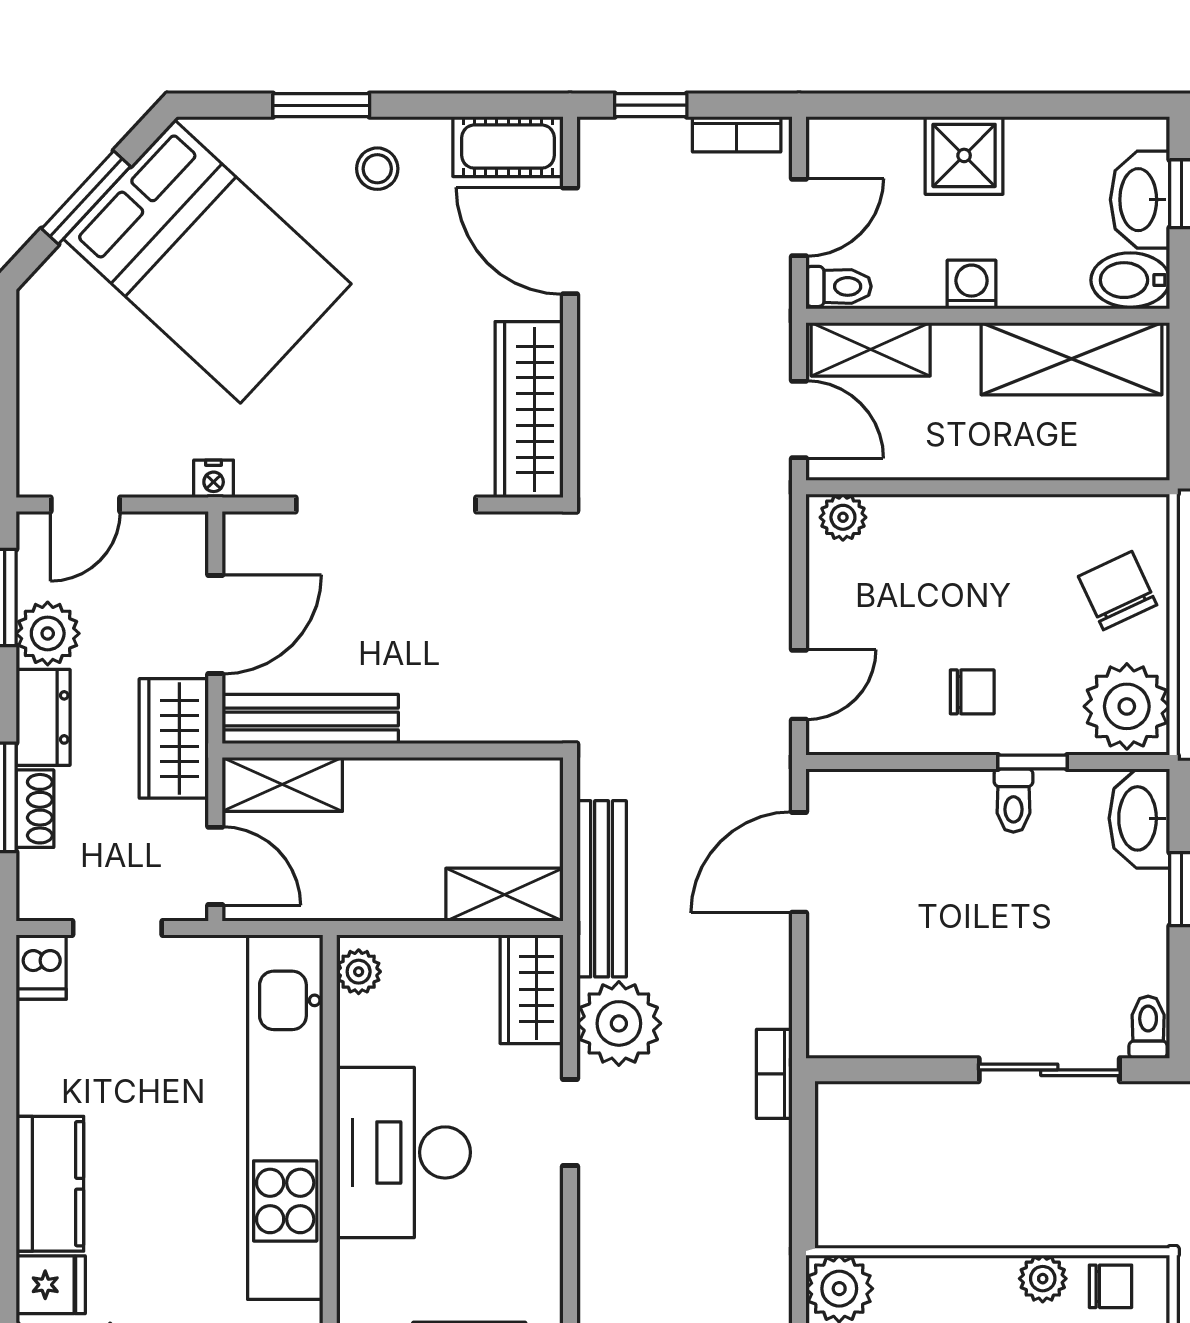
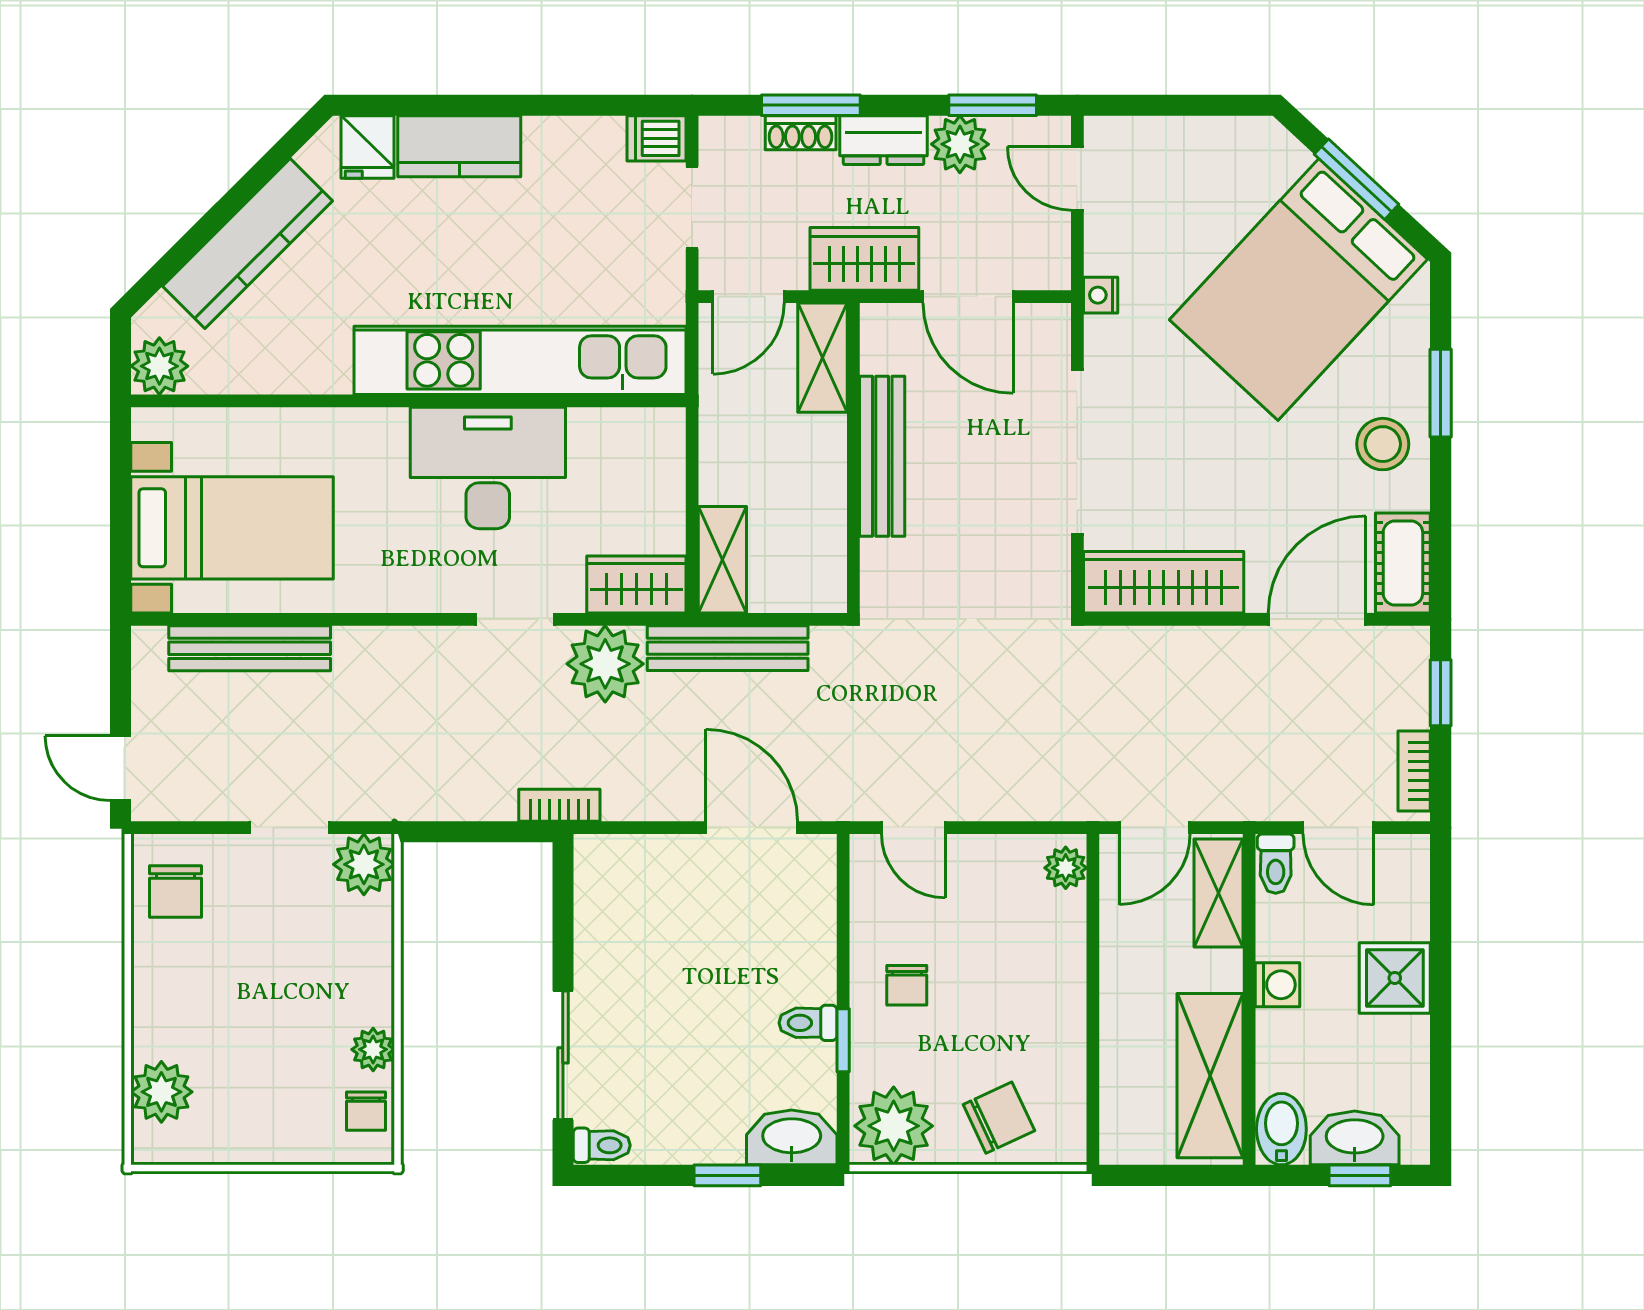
stool: (377, 169) -> (1383, 444), width x1.37, depth x1.37
bench: (310, 719) -> (882, 456), moved
plant: (359, 972) -> (652, 427), removed

